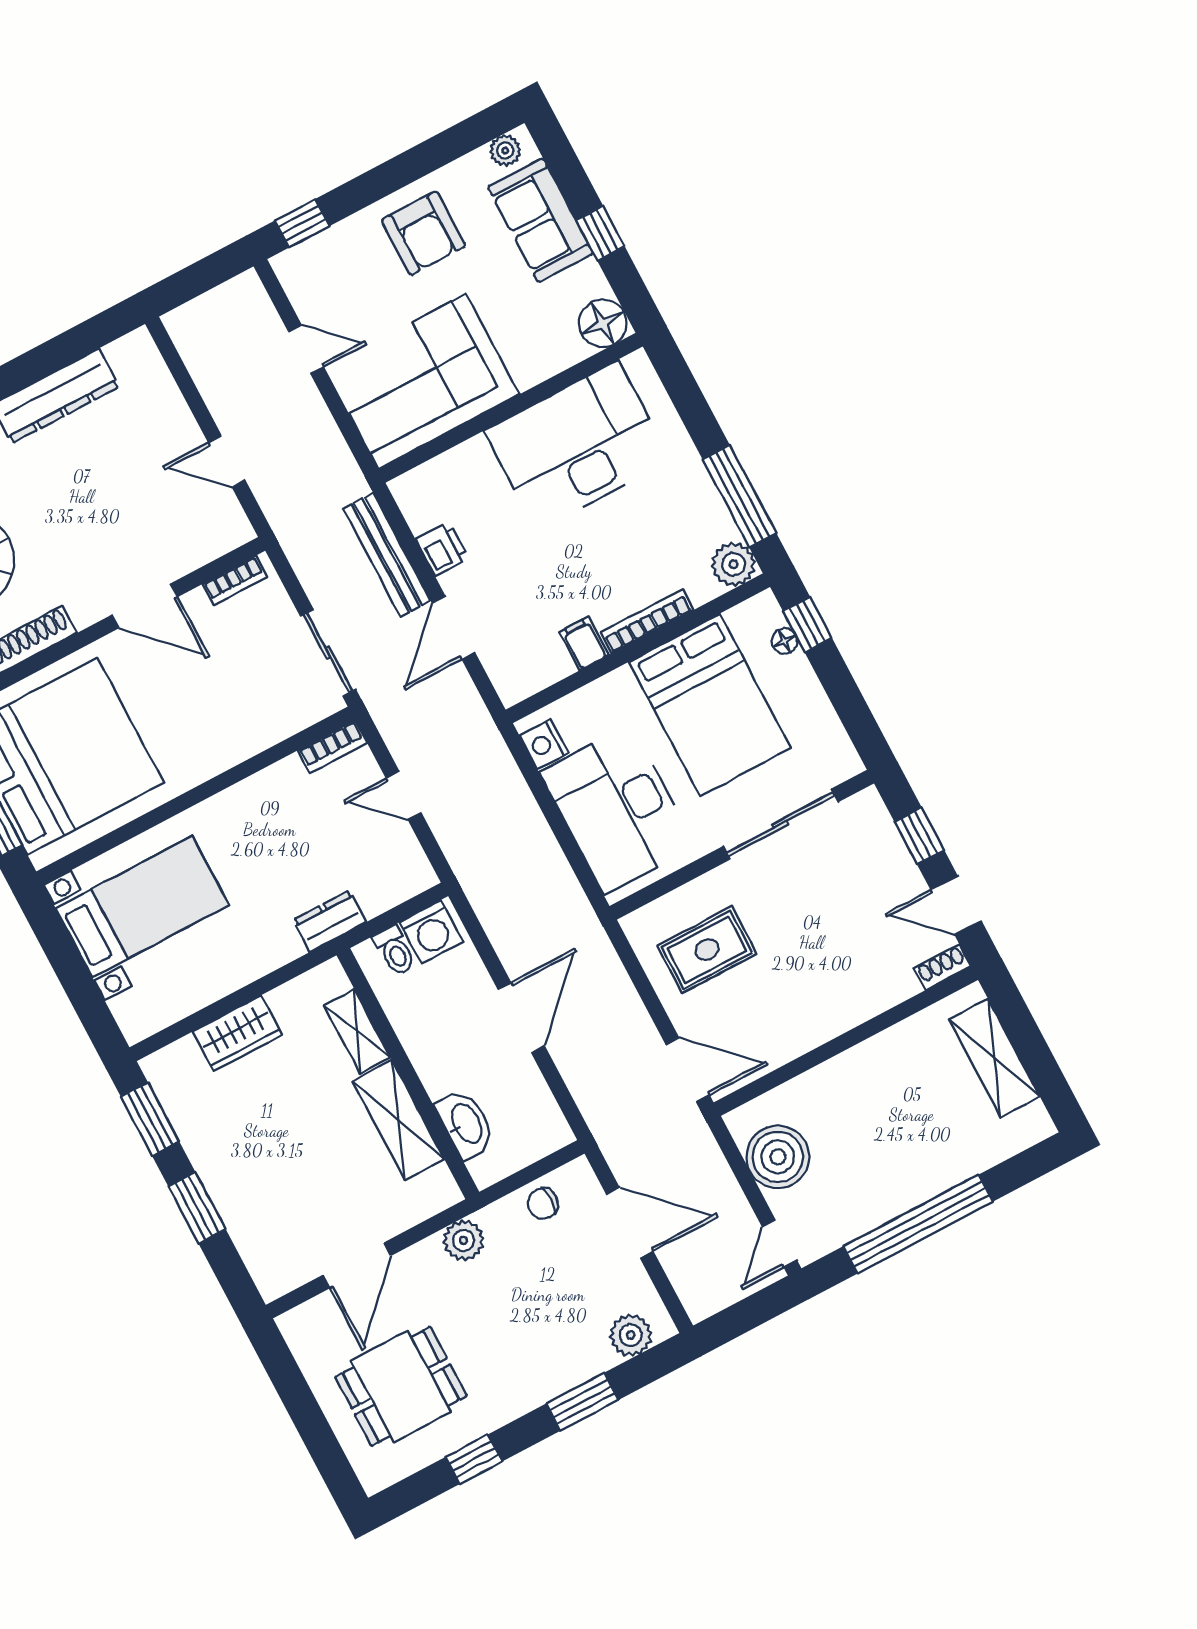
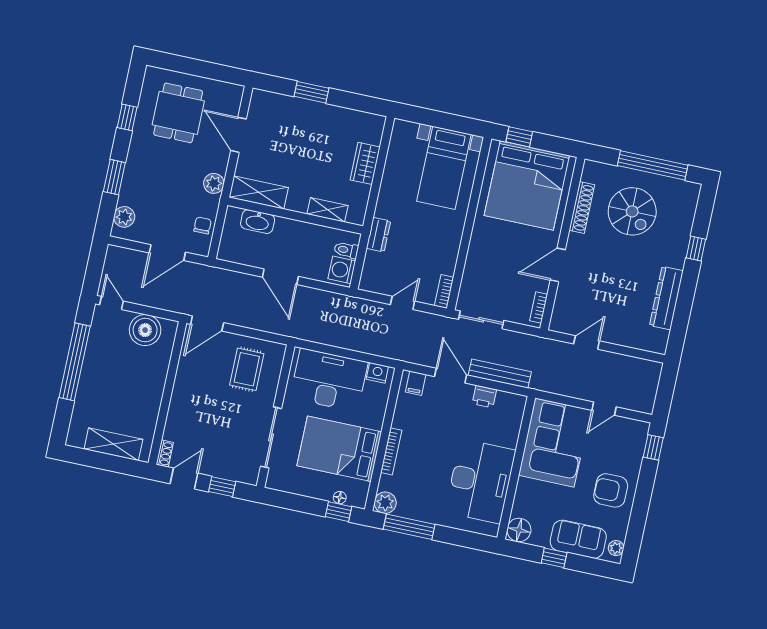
filing cabinet: (584, 643) -> (416, 383), moved, turned 90
window: (150, 1119) -> (360, 103), removed
shelving: (398, 1120) -> (259, 192), moved

